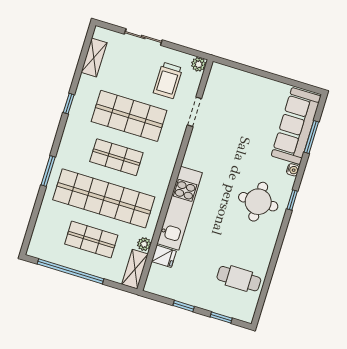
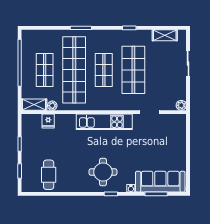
trolley: (168, 80) -> (165, 88), removed
kitchen unit: (180, 208) -> (104, 122), moved

